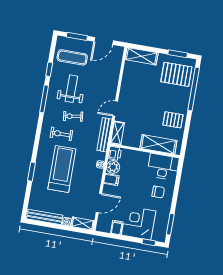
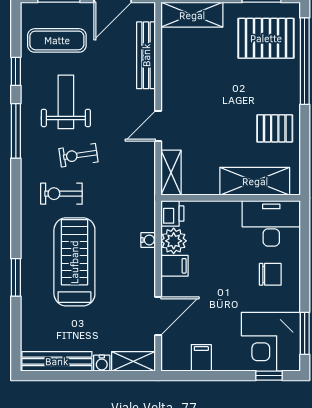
bench: (105, 135) -> (146, 55), moved
corner desk: (139, 223) -> (271, 342), moved, turned -90

